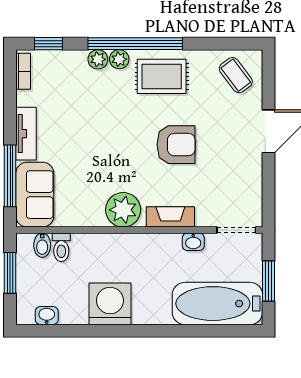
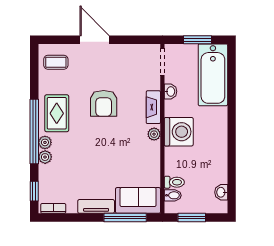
coffee table: (236, 75) -> (56, 62), turned 37
armchair: (176, 145) -> (104, 103), turned 180
plant: (123, 210) -> (154, 134), width x0.53, depth x0.53
washing machine: (110, 304) -> (179, 132), moved, turned 180

